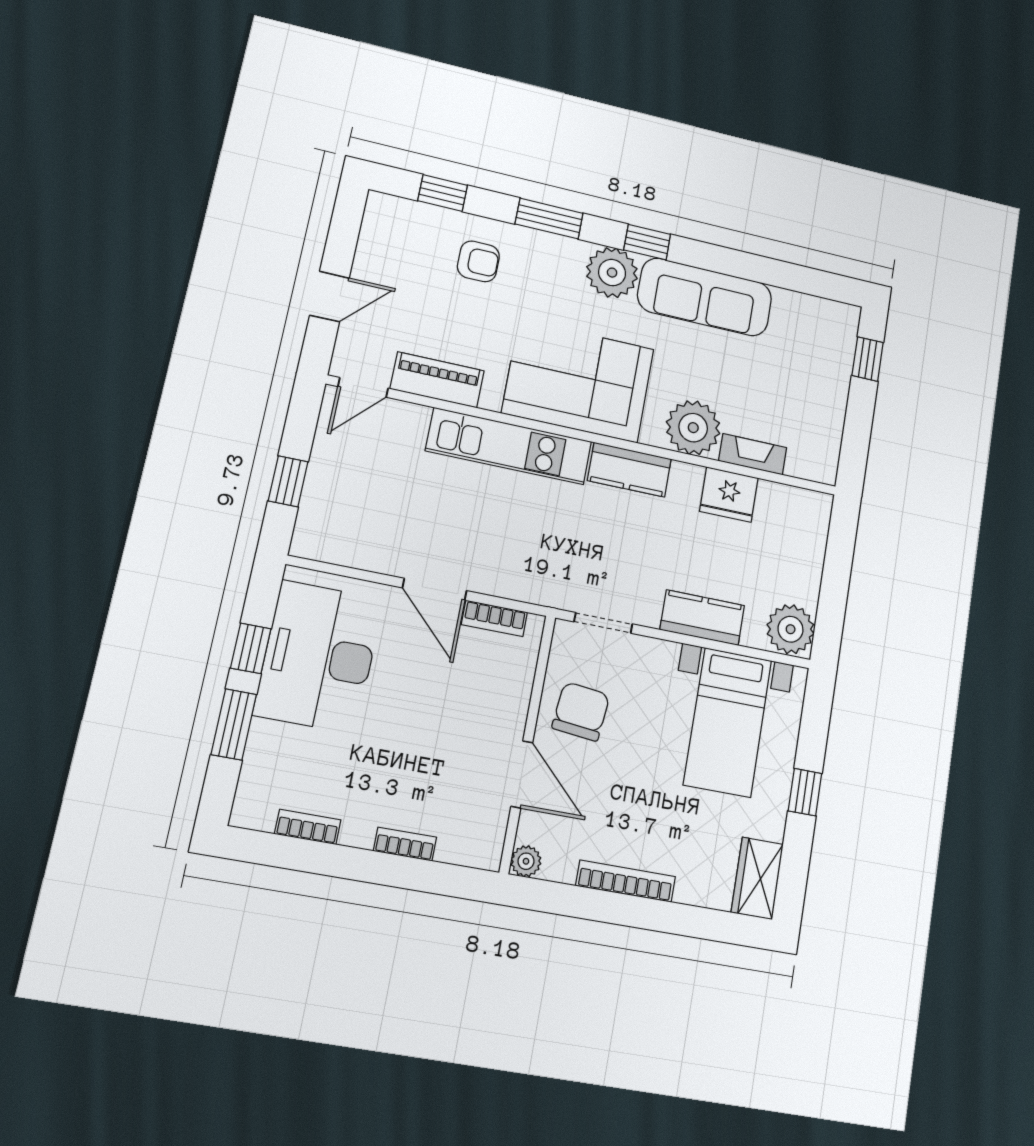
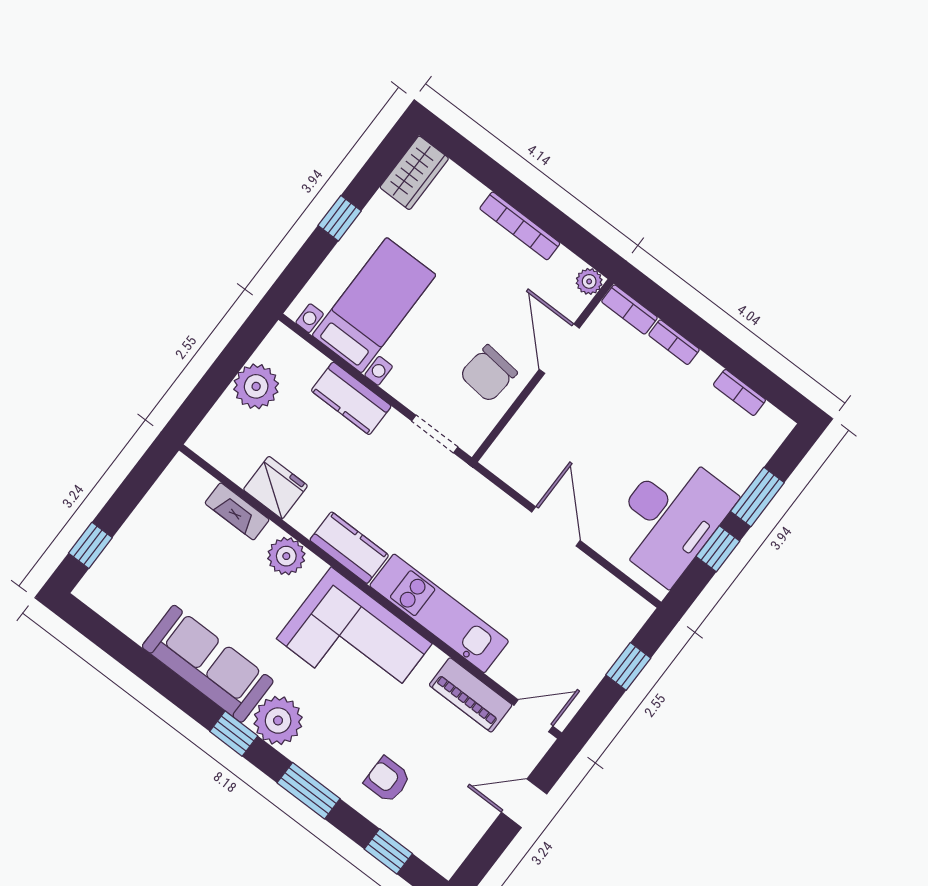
plant: (693, 428) -> (286, 556), width x0.73, depth x0.73
bookcase: (494, 618) -> (629, 309), moved, turned 180
plant: (791, 629) -> (256, 386), moved

